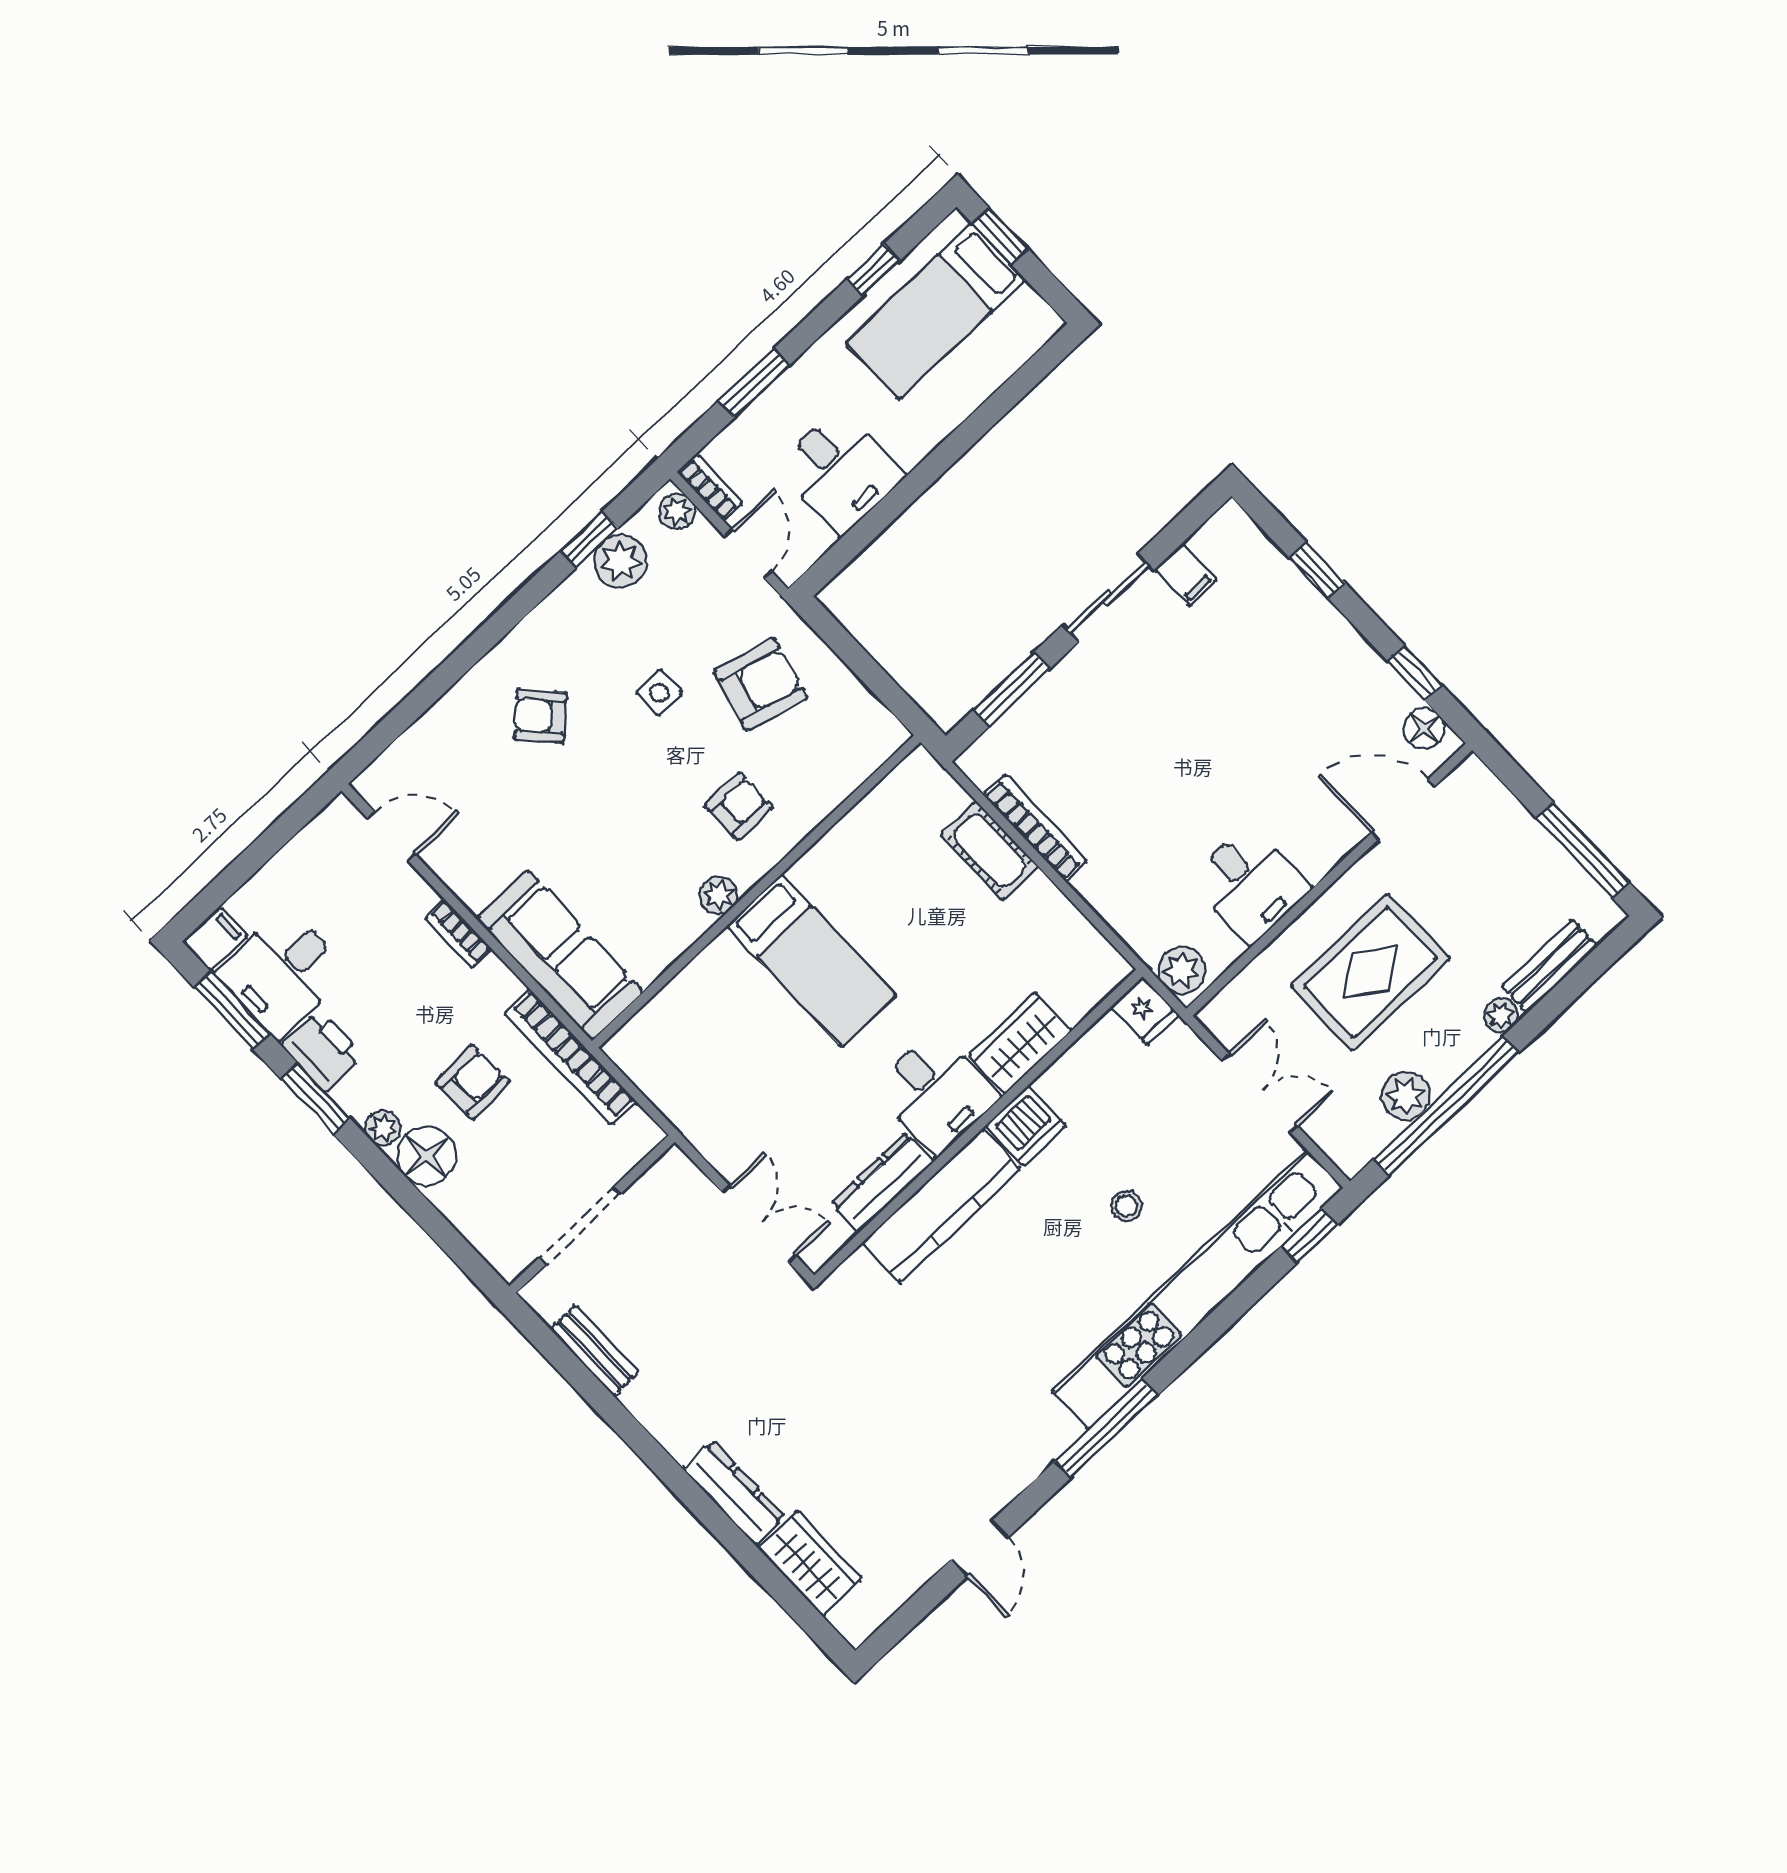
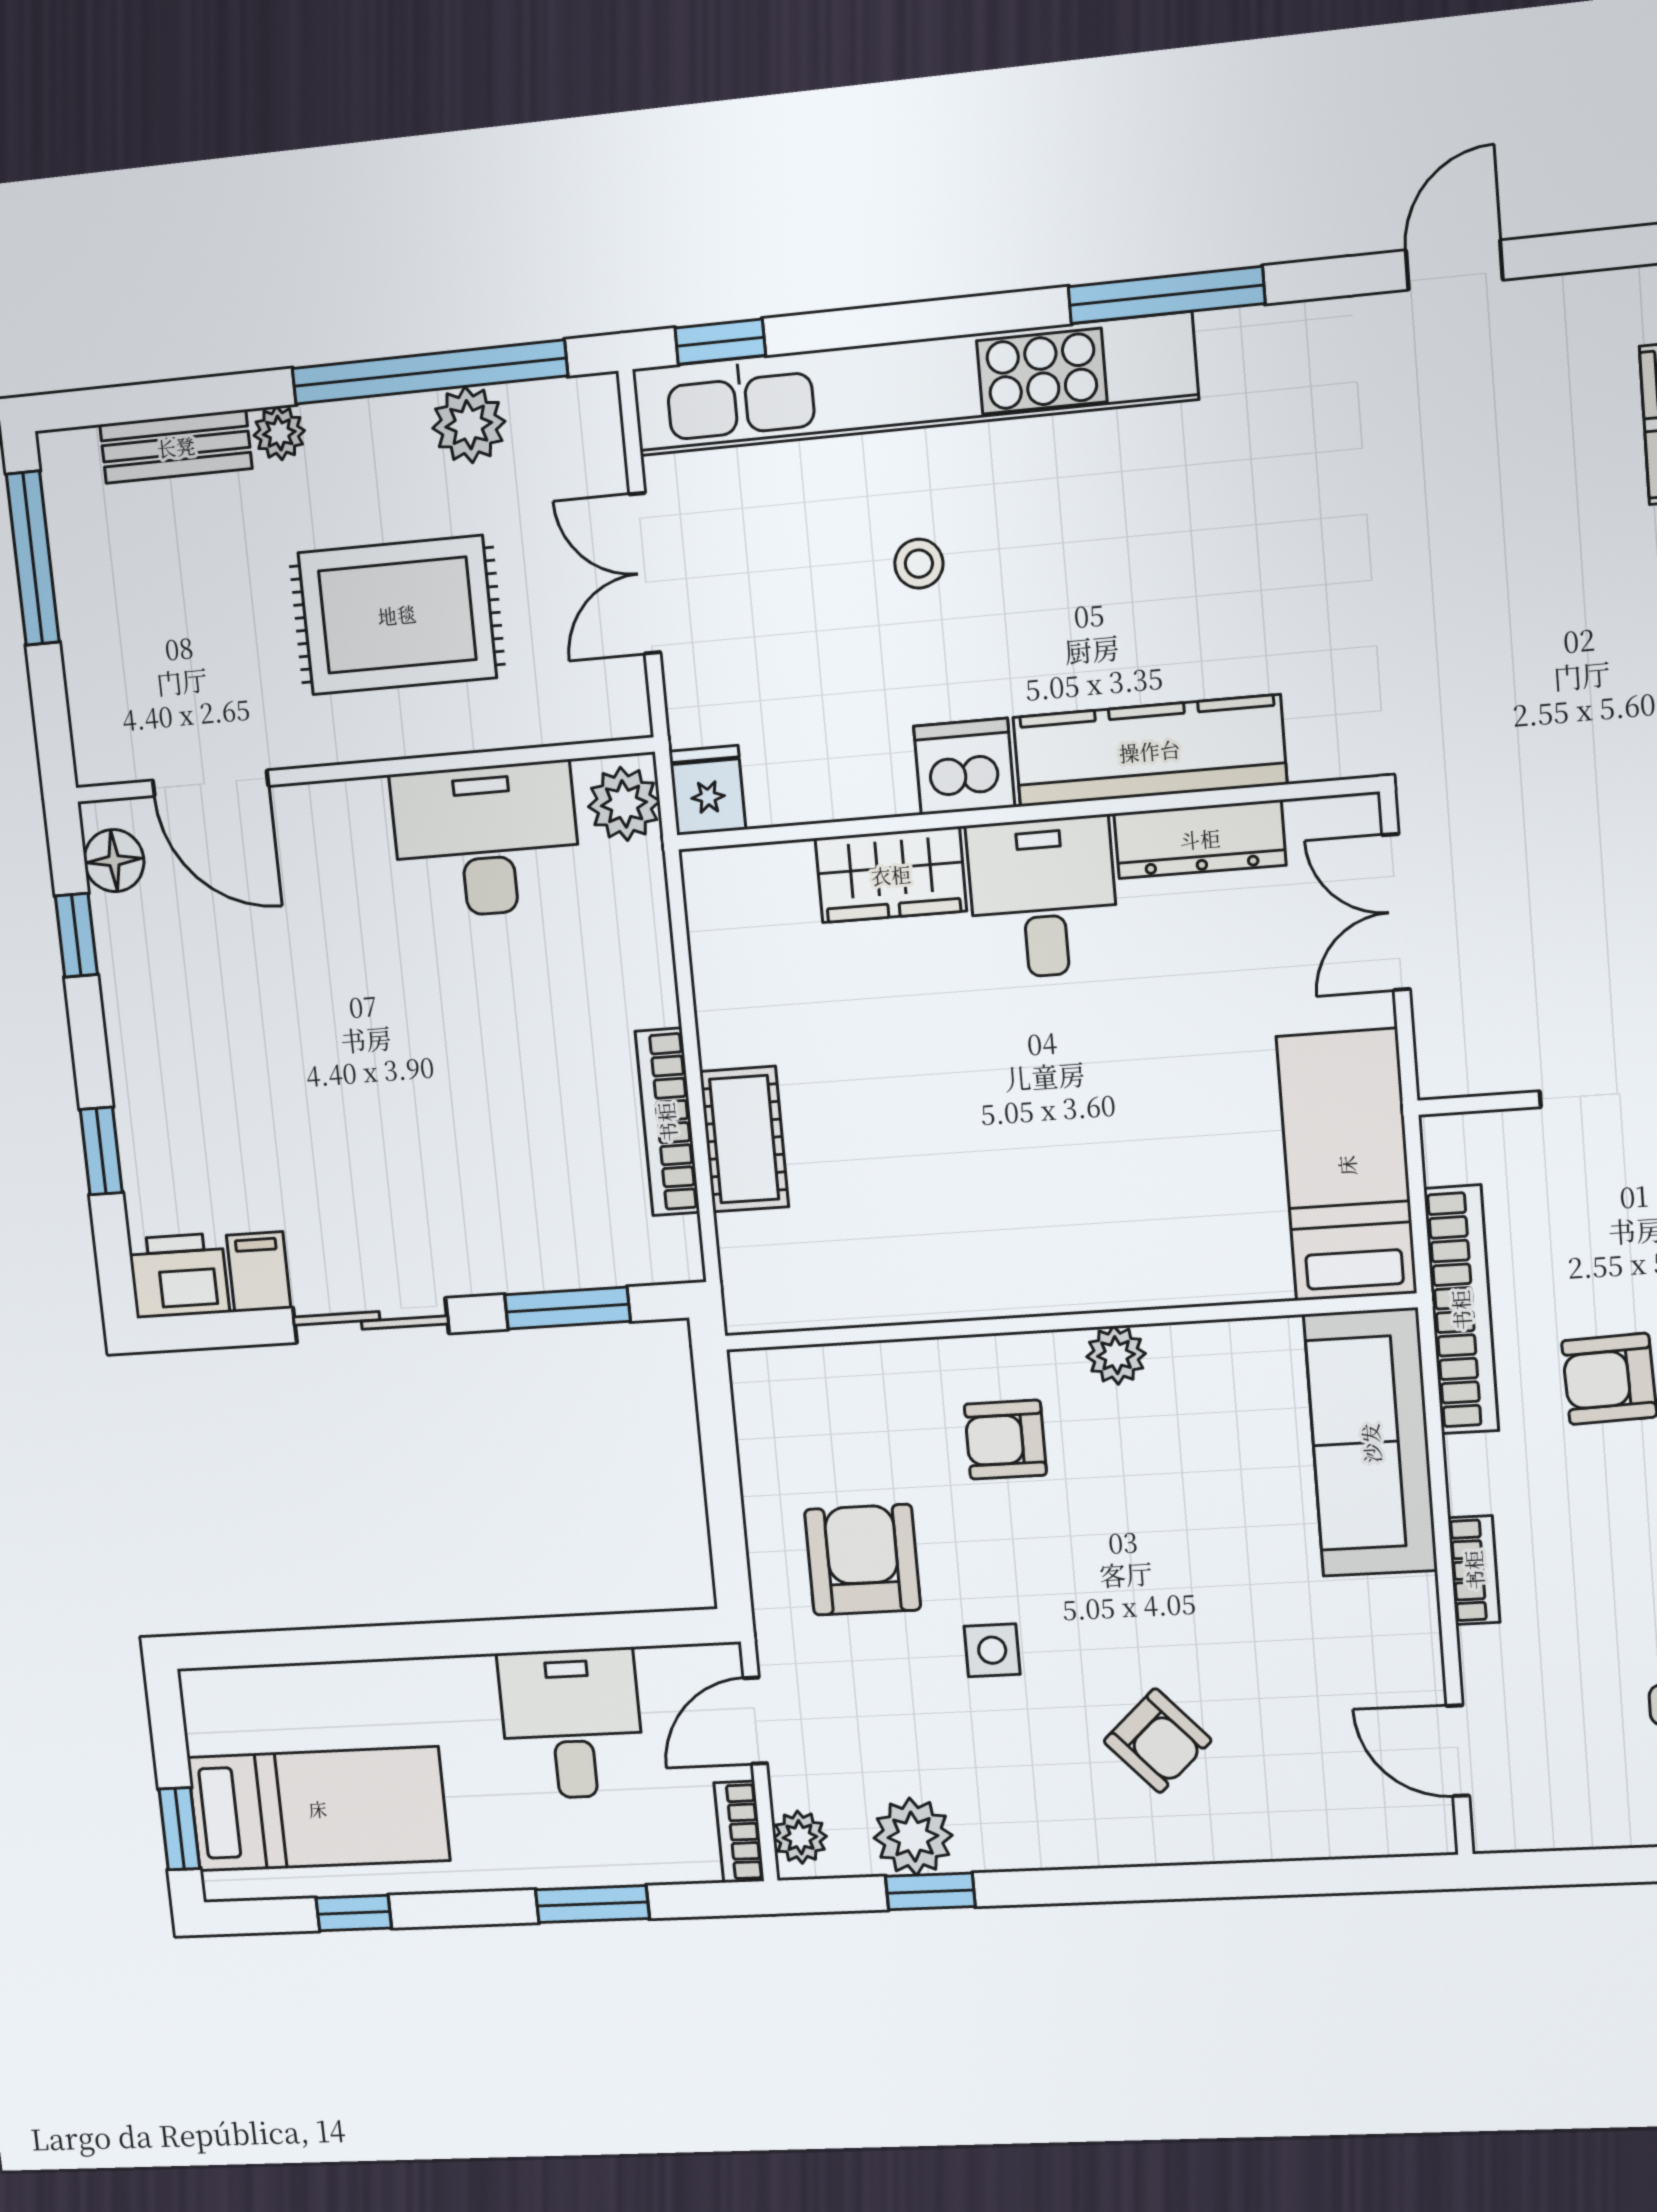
printer: (1226, 538) -> (179, 1276), added
armchair: (760, 684) -> (863, 1560), turned 75
desk: (1250, 884) -> (486, 840), width x1.37
bed: (811, 961) -> (1347, 1165), moved

